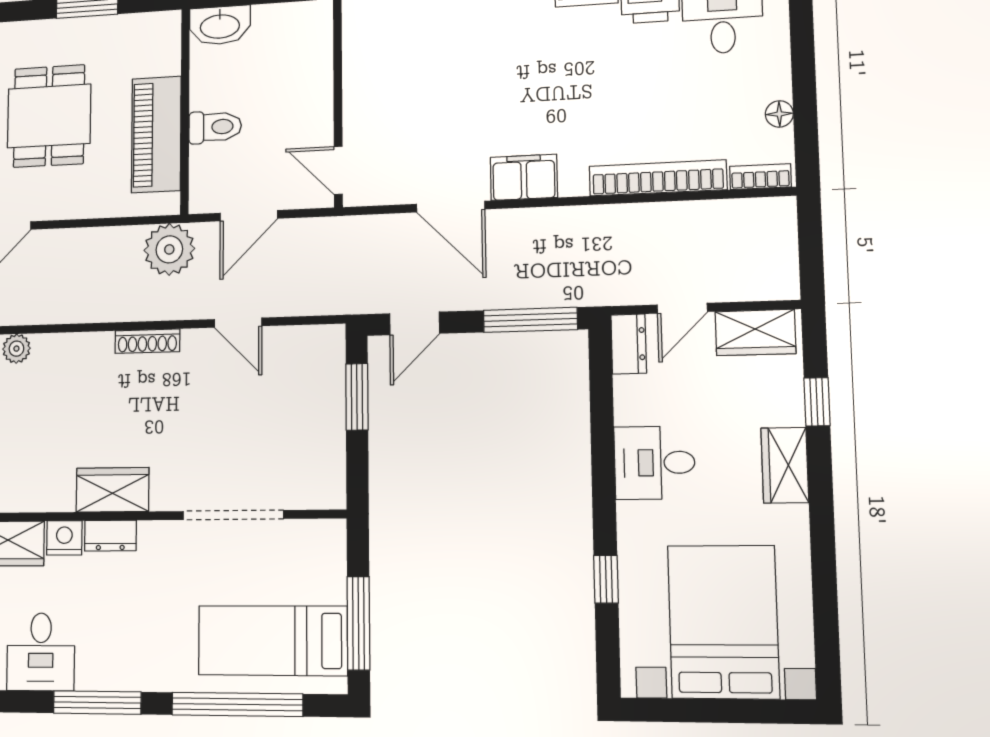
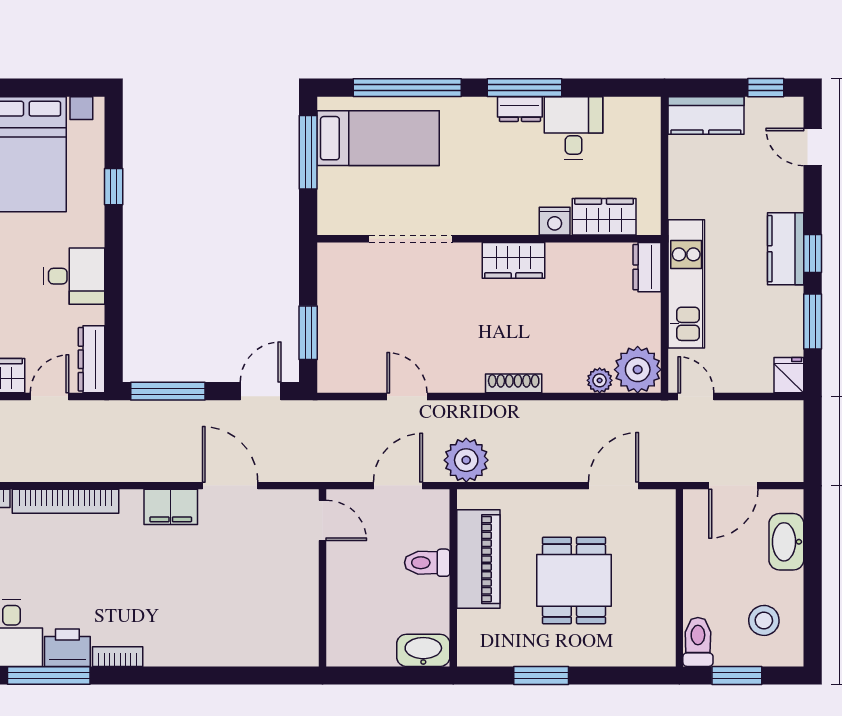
shoe rack: (147, 341) -> (514, 383), moved
dresser: (629, 344) -> (92, 359), width x1.44
dresser: (110, 536) -> (520, 109), moved, turned 180

